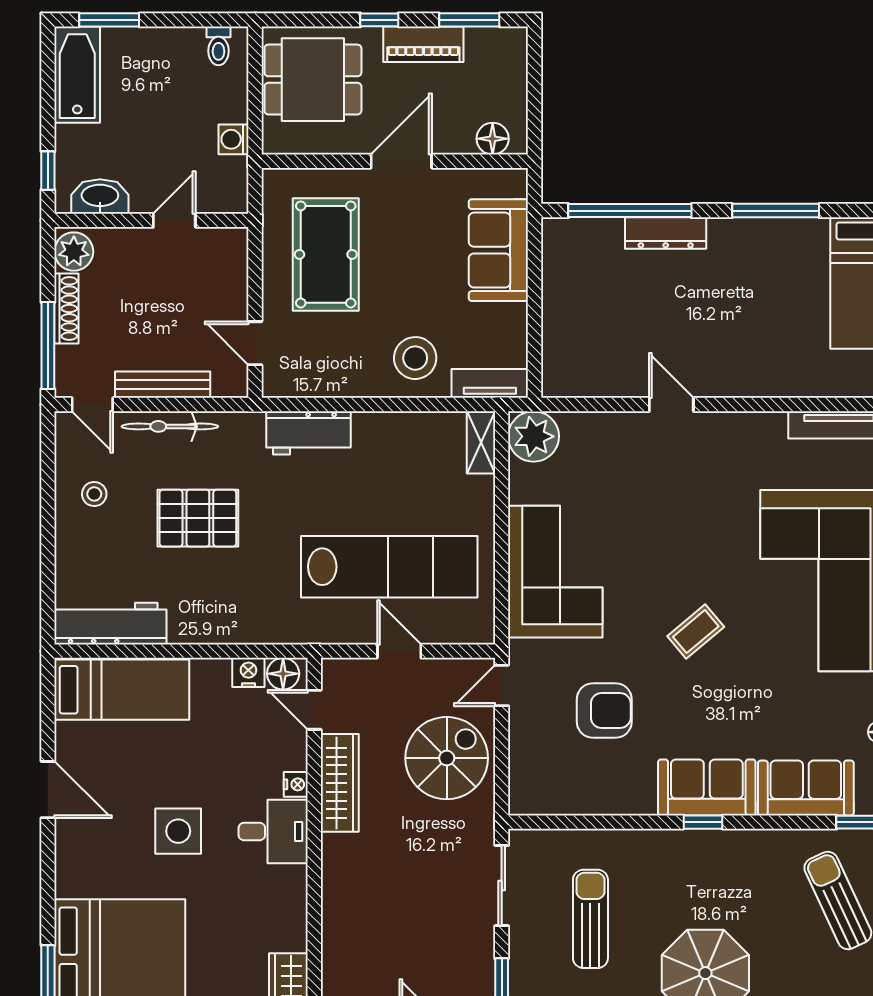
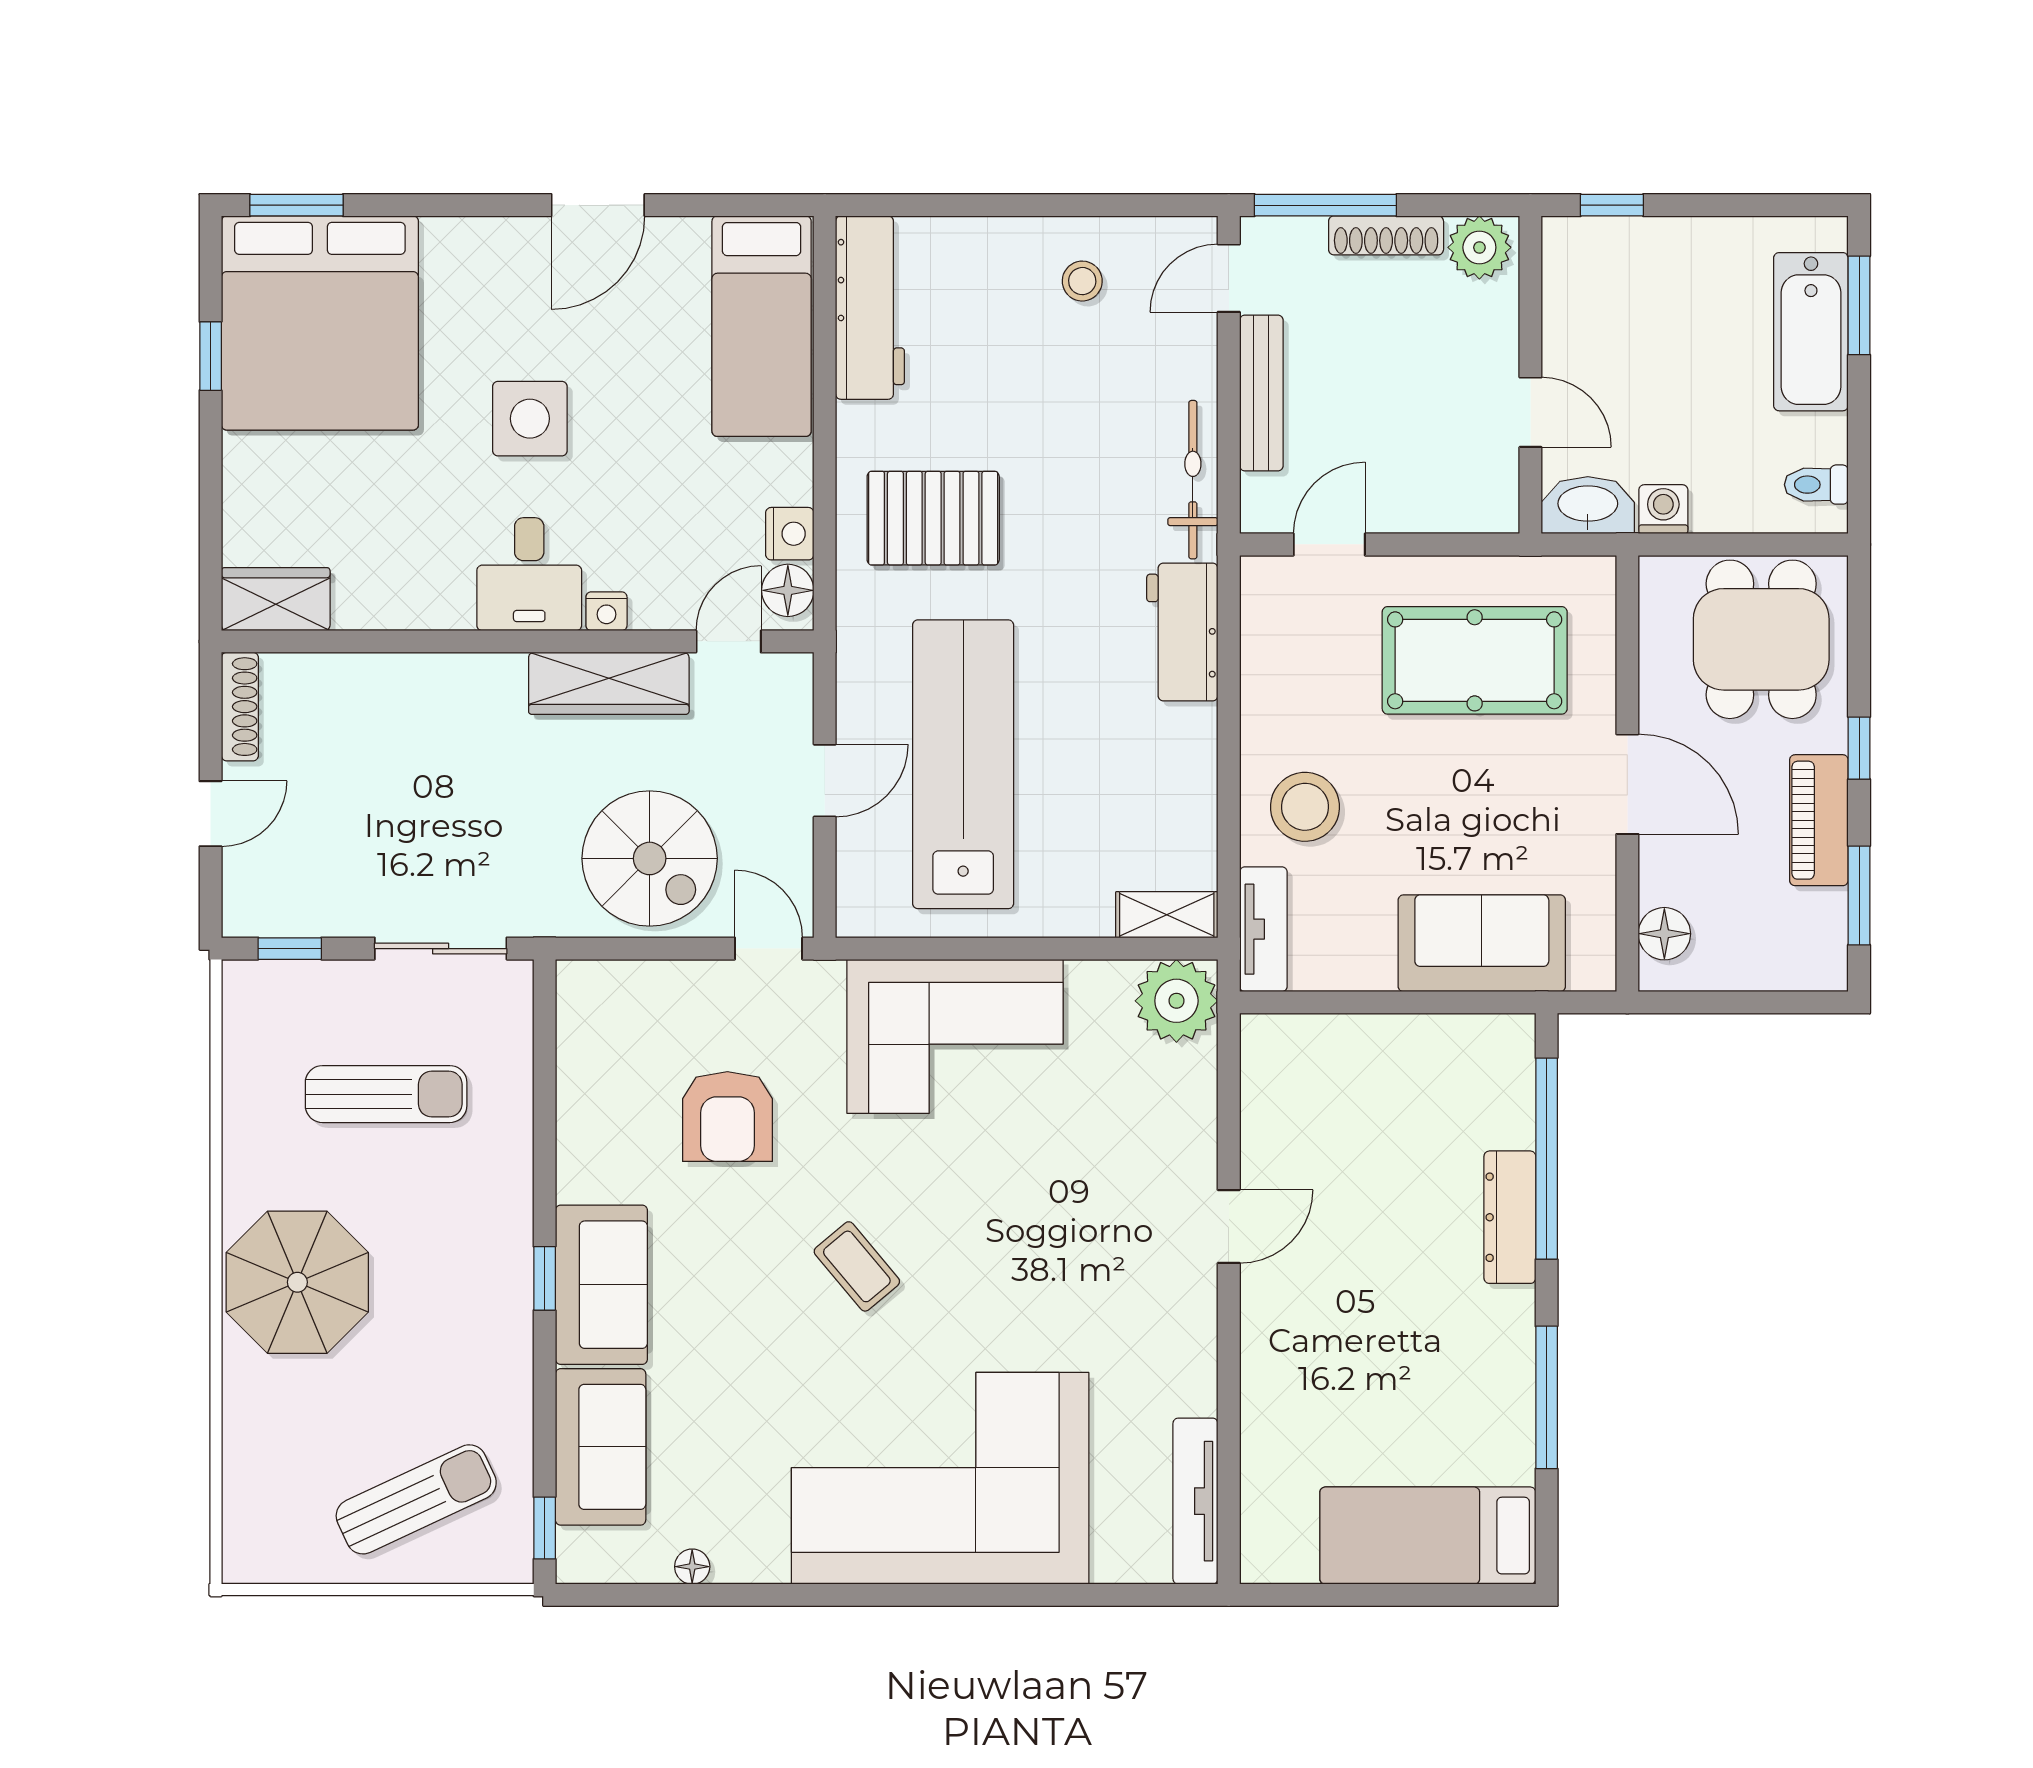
bathtub: (77, 75) -> (1811, 332), moved, turned 90
washbasin: (100, 196) -> (1588, 505), moved, turned -90
bicycle: (170, 426) -> (1193, 480), moved
pallet: (198, 518) -> (933, 518), moved, turned 90
lab bench: (389, 567) -> (963, 764), turned 180

